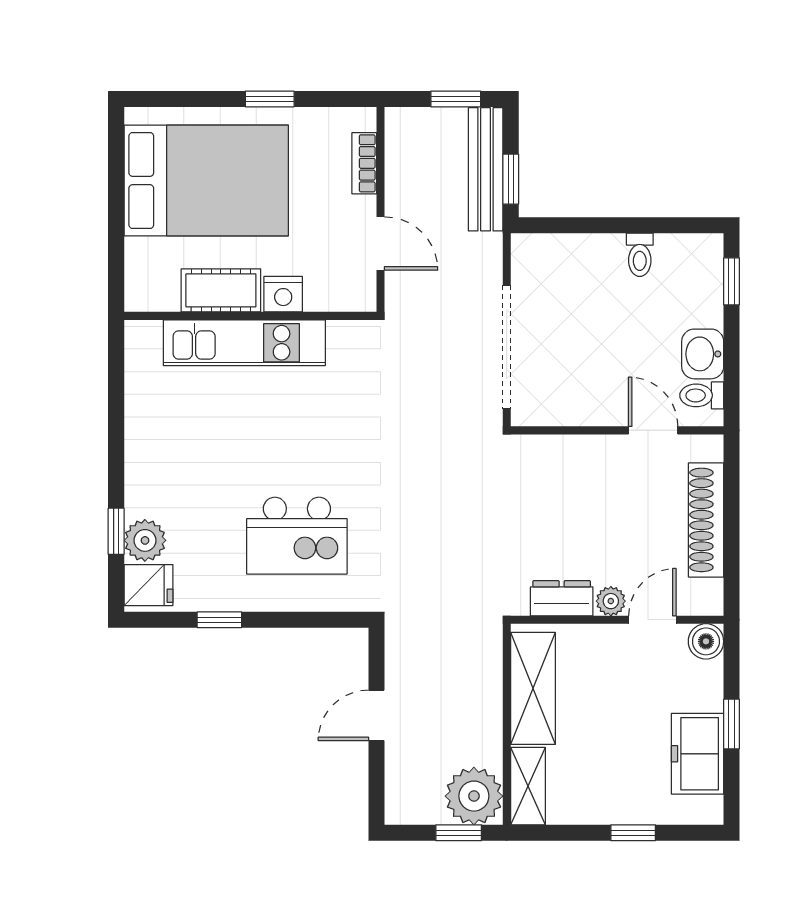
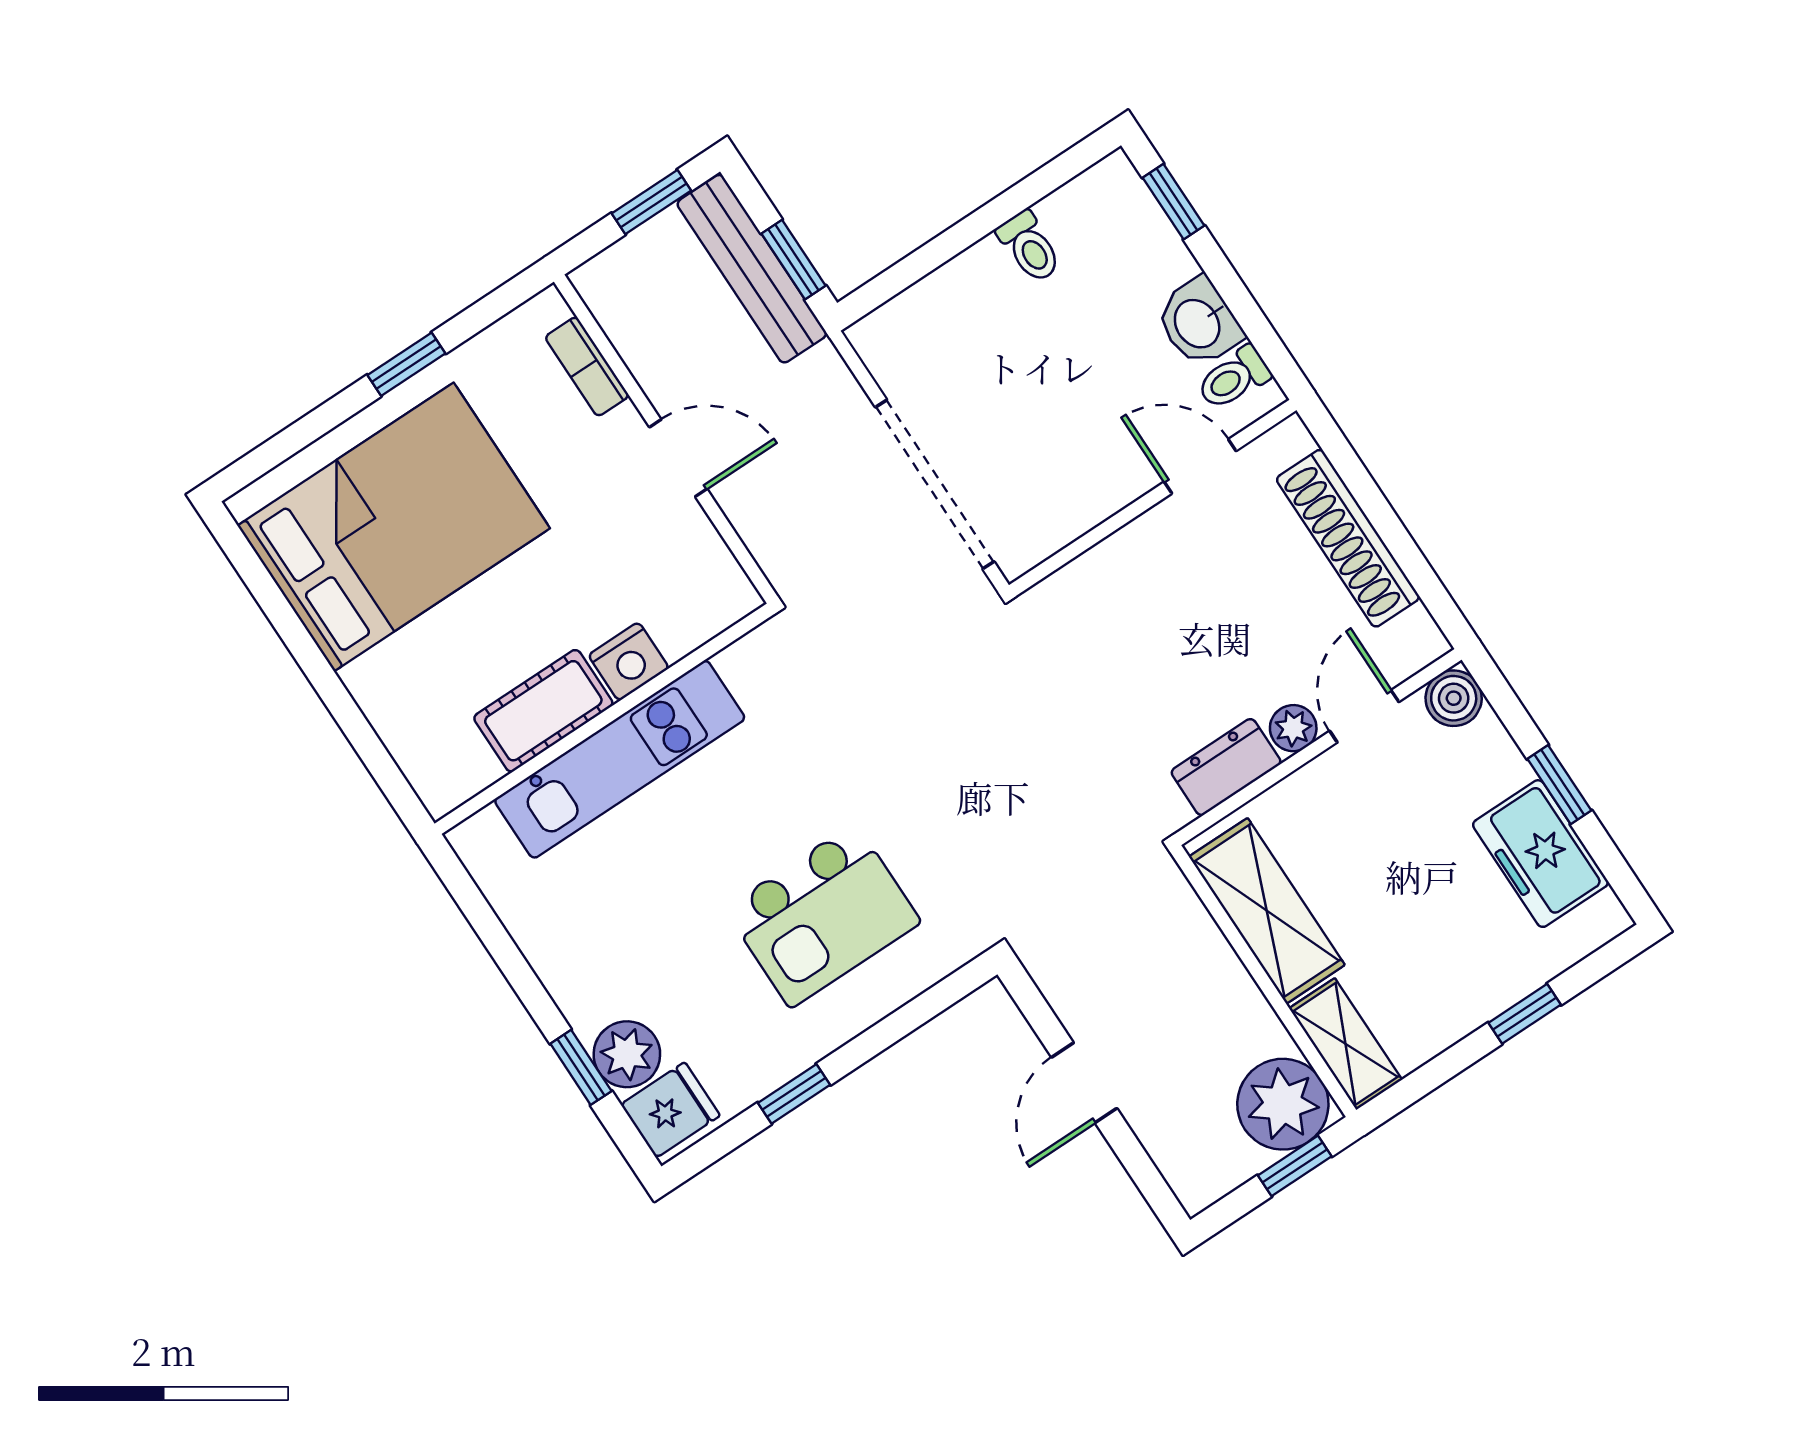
cot: (221, 290) -> (543, 711), moved
nightstand: (283, 294) -> (629, 662), moved
wall: (250, 316) -> (604, 719), moved
kitchen unit: (244, 343) -> (620, 759), moved

